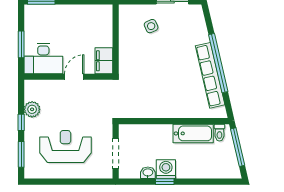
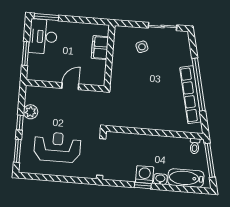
desk: (43, 59) -> (43, 37), moved, turned 90
filing cabinet: (104, 61) -> (100, 48), moved
bathtub: (193, 133) -> (186, 178), moved, turned 180
doorway: (116, 154) -> (101, 157), width x1.36
washbasin: (148, 173) -> (160, 179), moved

